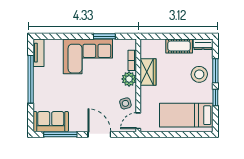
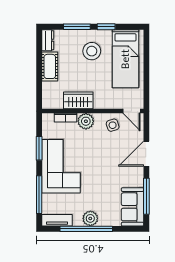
window: (62, 36) -> (39, 195), added
stool: (199, 74) -> (92, 51), moved
plant: (40, 83) -> (90, 218), added

